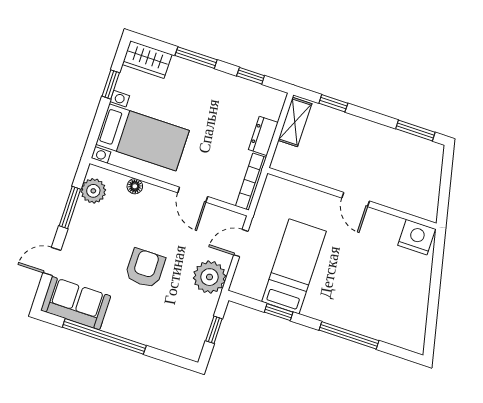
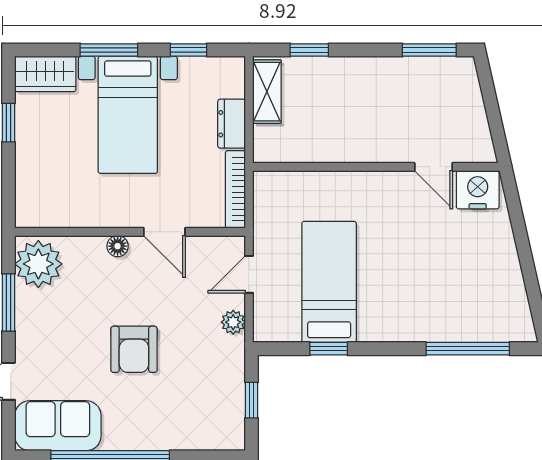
bed with nightstands: (142, 137) -> (128, 115), moved, turned 90
floor lamp: (135, 186) -> (118, 246), moved
plant: (93, 191) -> (38, 264), width x1.36, depth x1.36
door: (356, 199) -> (433, 167), moved
armchair: (145, 268) -> (134, 349), turned 180
plant: (210, 277) -> (233, 322), width x0.53, depth x0.53
window: (349, 335) -> (468, 349), moved

